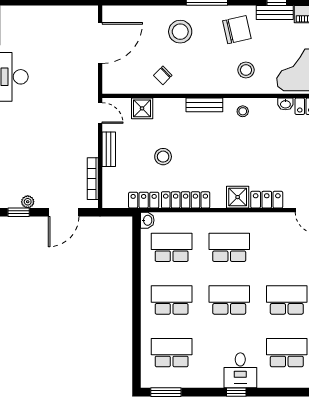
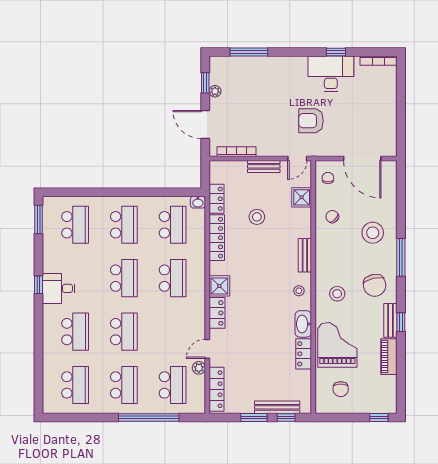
chair: (121, 80) -> (328, 178), added
armchair: (59, 98) -> (311, 121), added
washbasin: (285, 104) -> (303, 324), width x1.91, depth x1.45

